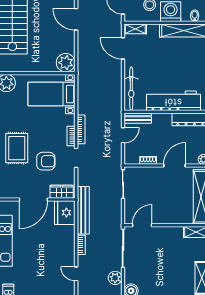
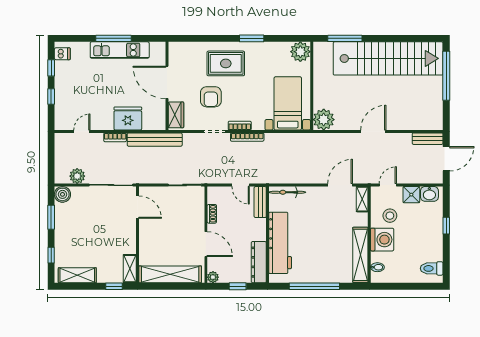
bicycle: (131, 89) -> (287, 192), width x0.73, depth x0.71
fridge: (65, 213) -> (128, 119), moved

